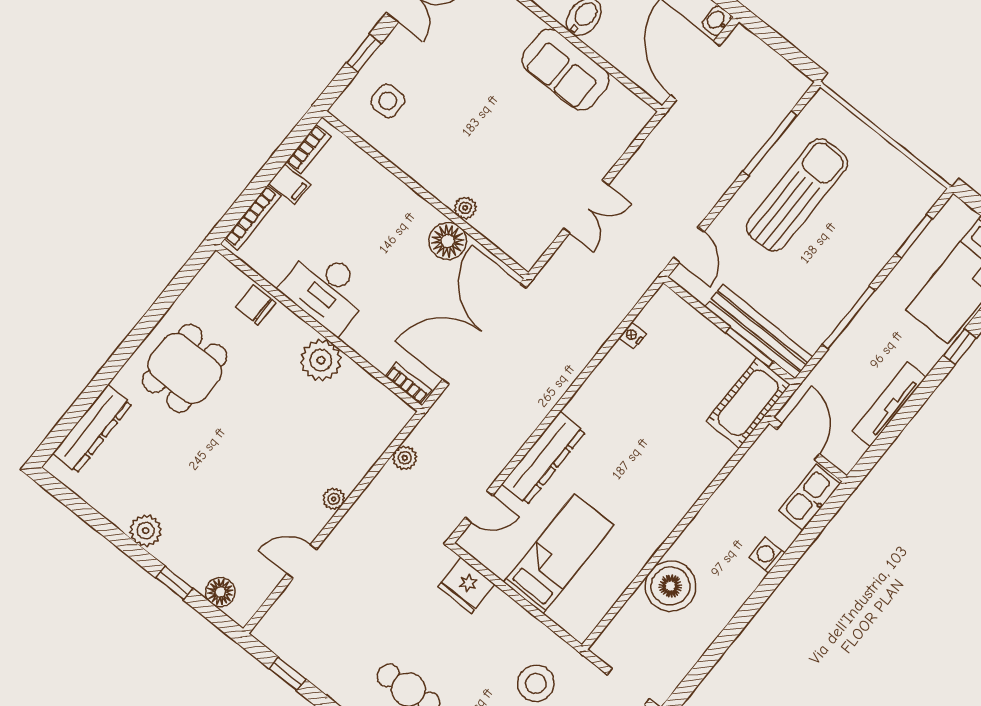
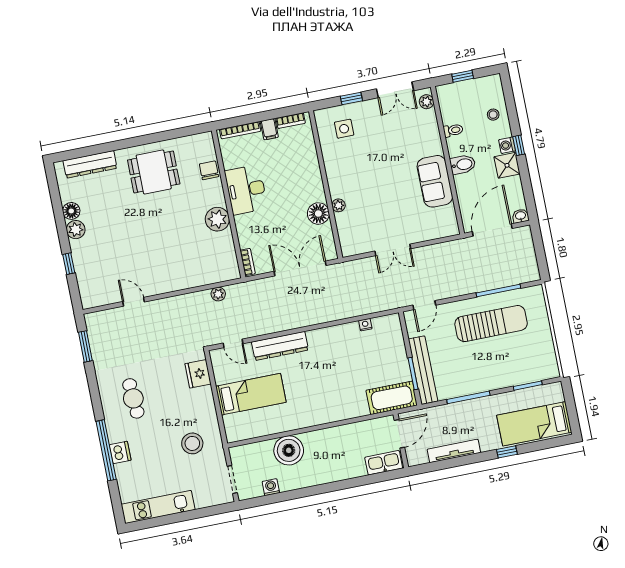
double door: (484, 334) -> (300, 268), width x0.73
plant: (334, 499) -> (171, 286), removed
washing machine: (767, 555) -> (271, 487), moved
floor lamp: (220, 592) -> (71, 211), moved
window: (288, 674) -> (85, 346), width x1.50

